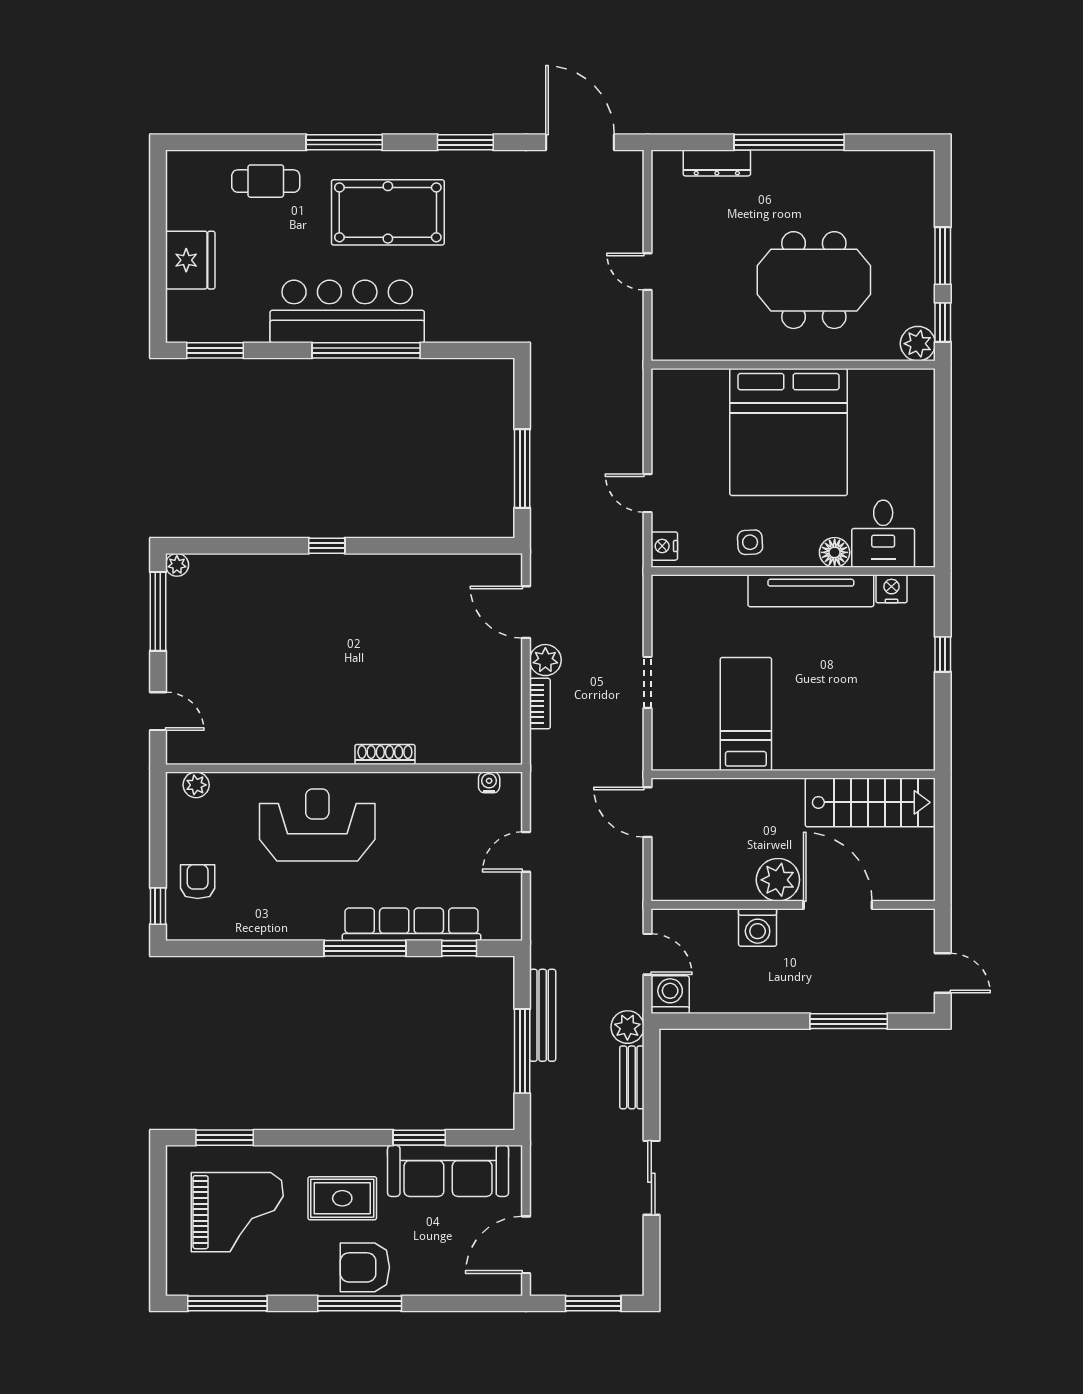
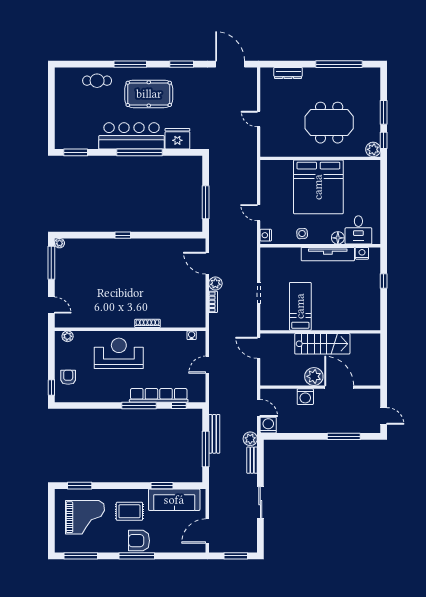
window: (789, 142) -> (339, 64), moved
fridge: (190, 260) -> (177, 139), moved, turned -90
stairs: (870, 802) -> (322, 344), moved

